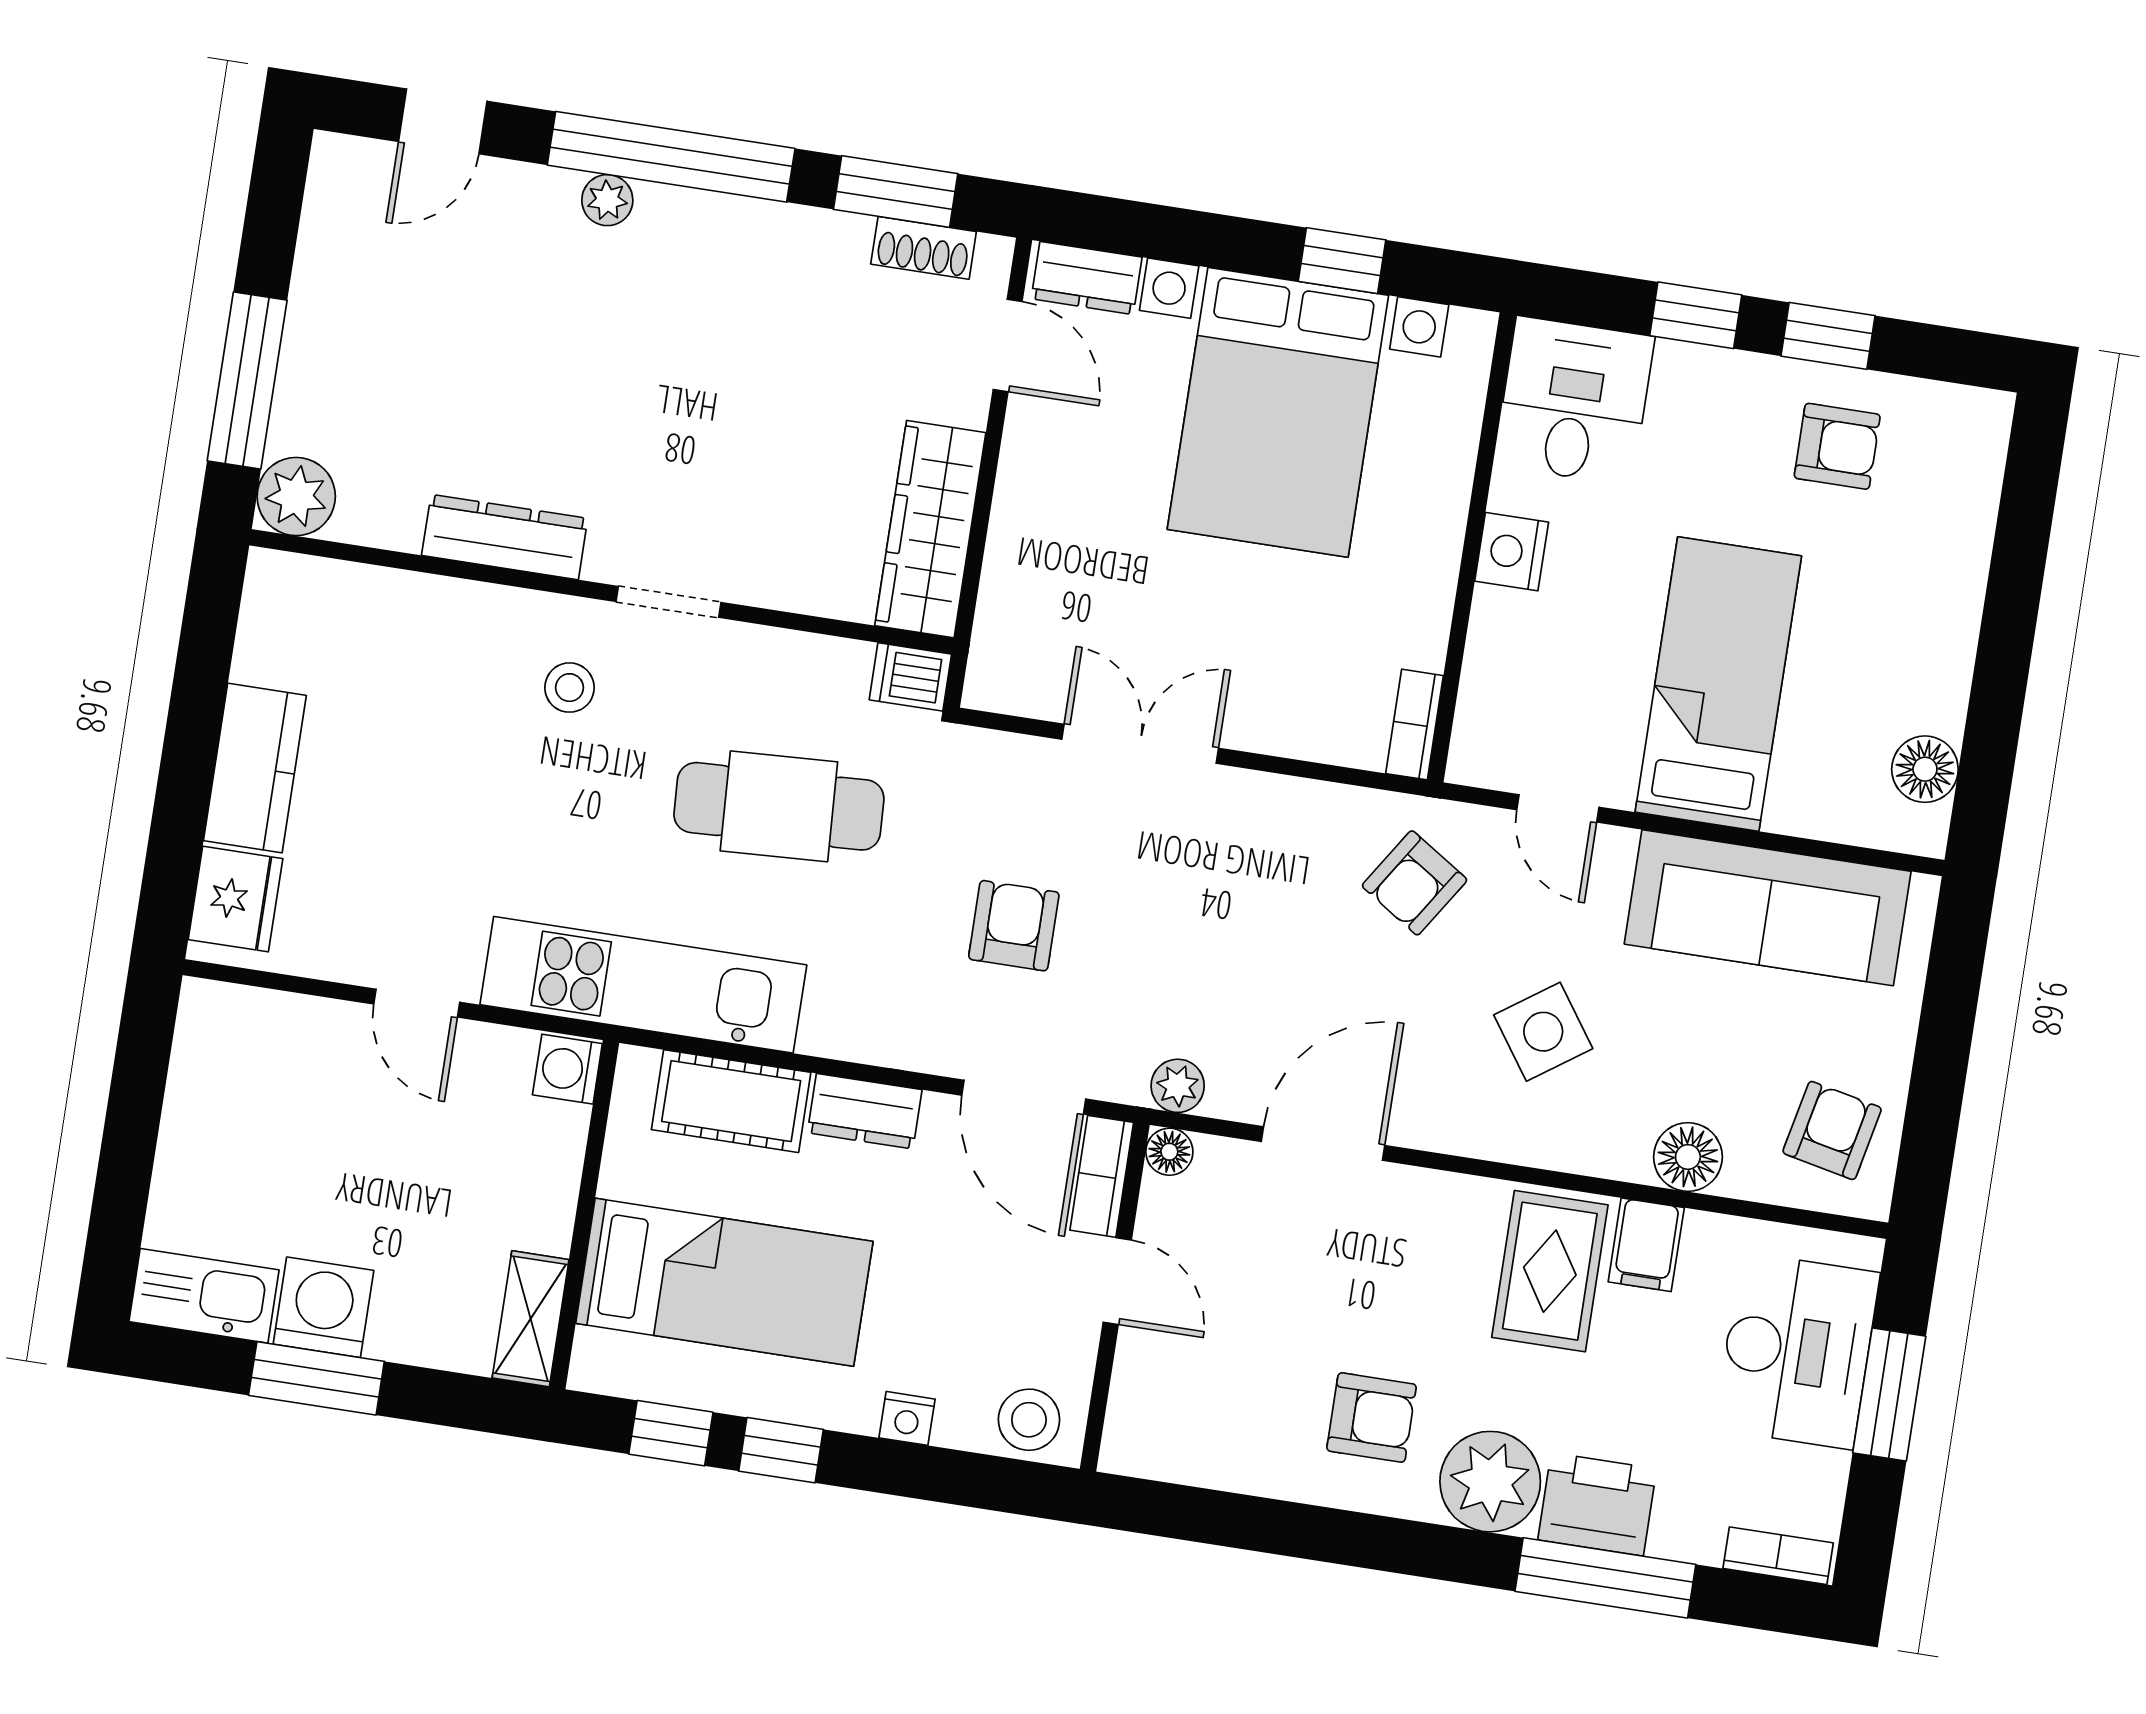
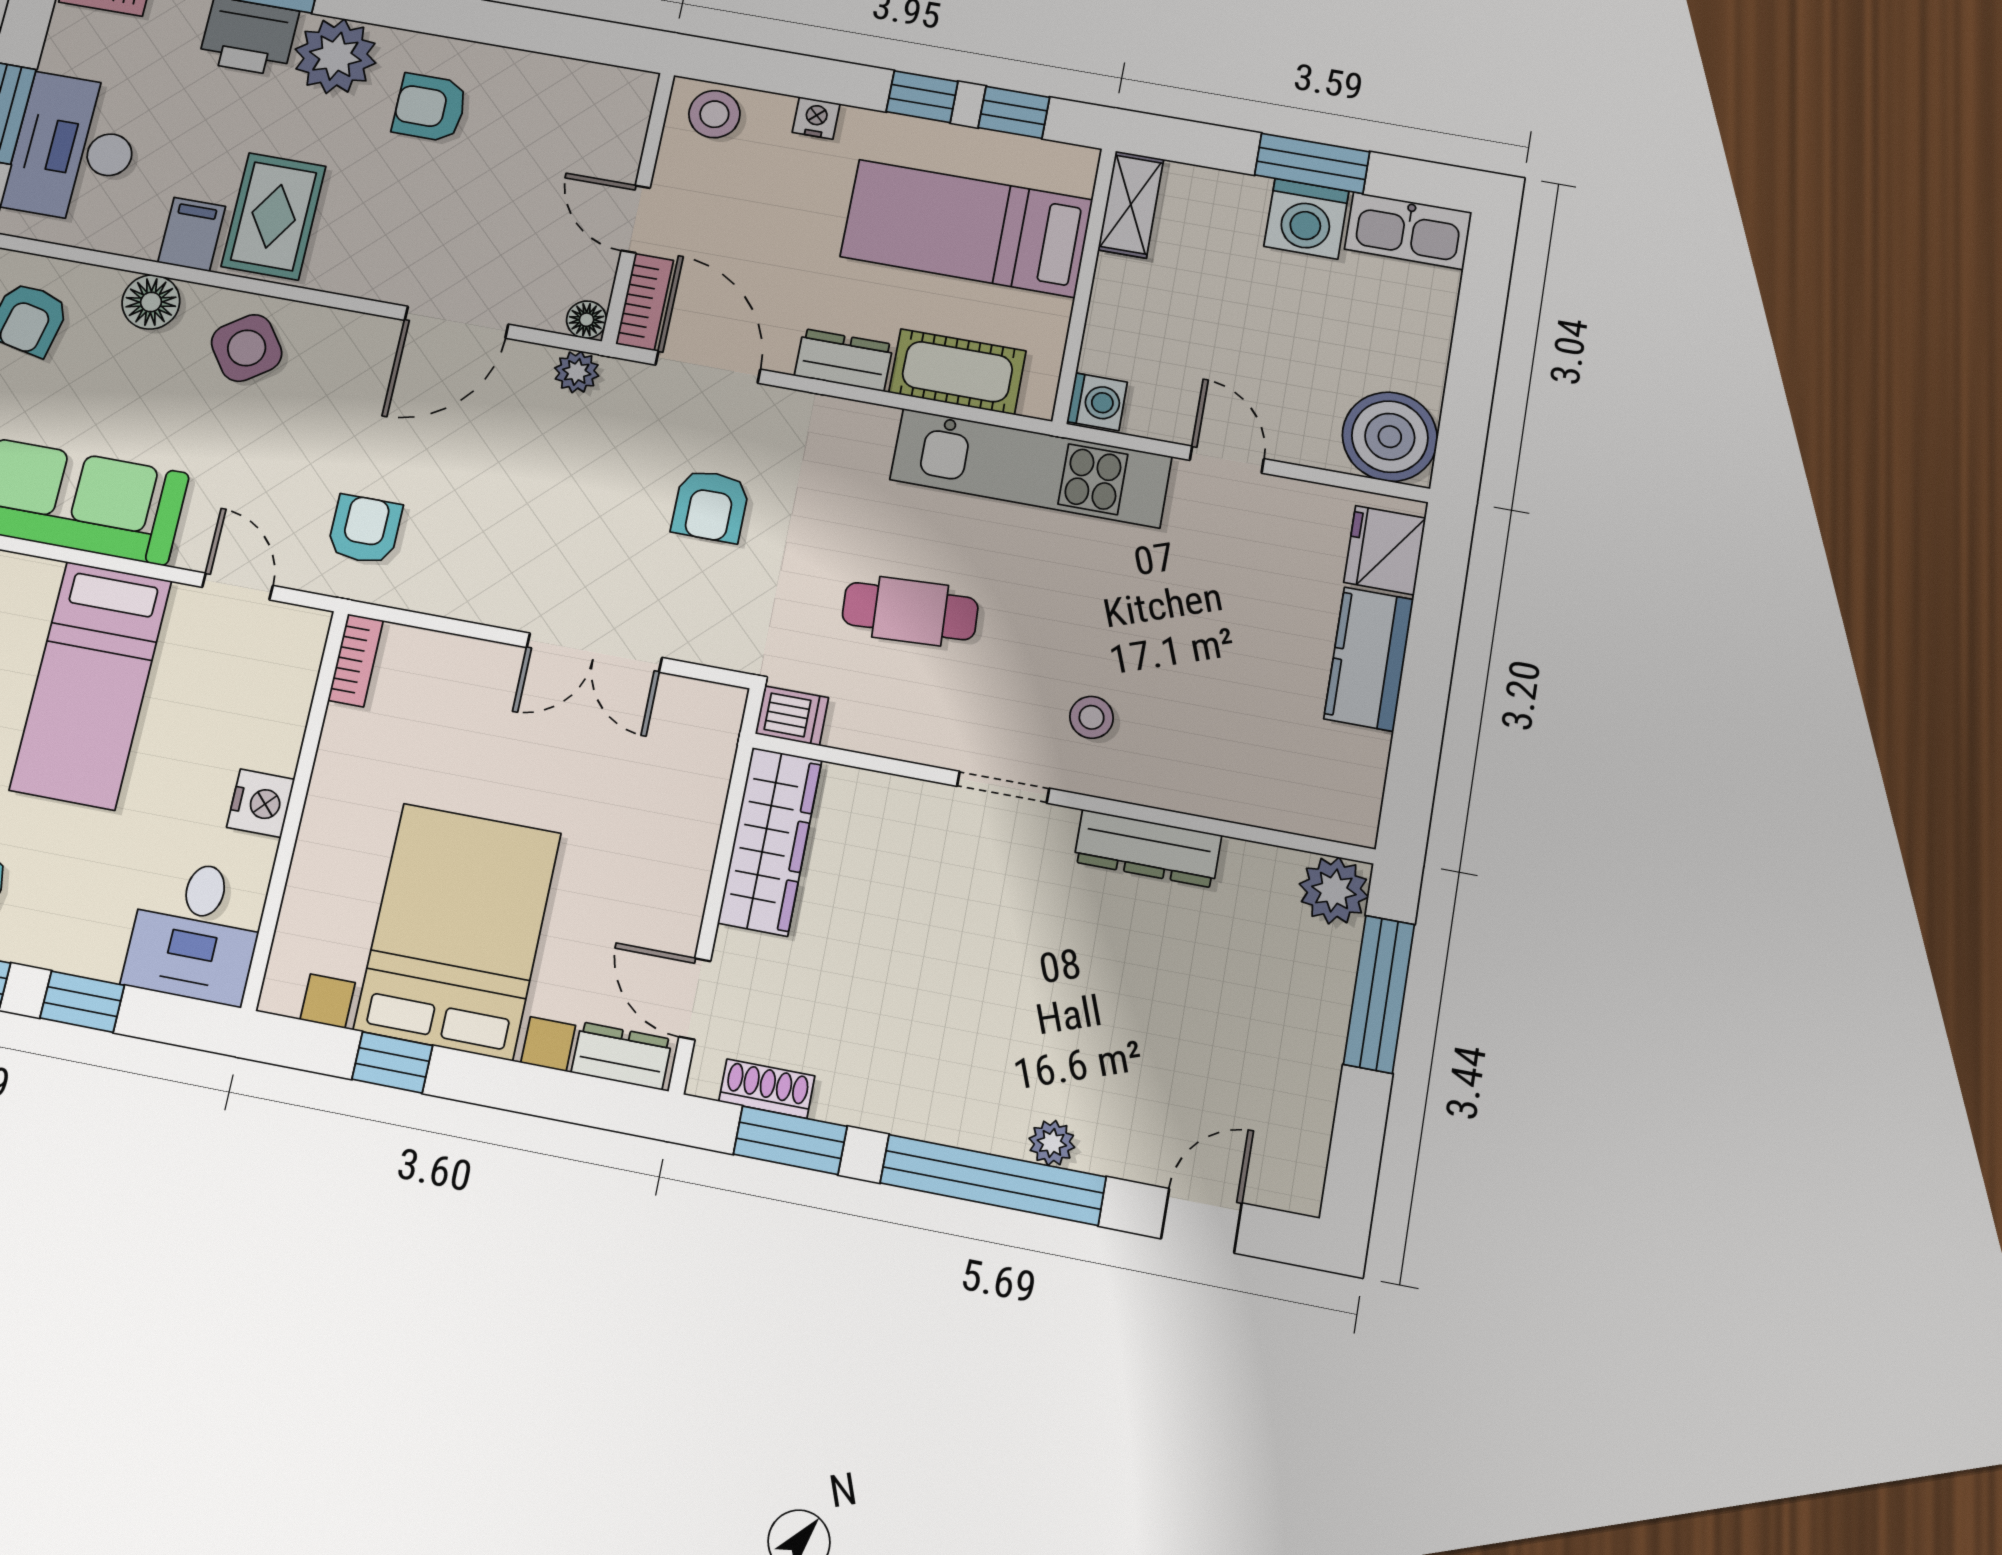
cafe table: (779, 806) -> (910, 611), width x0.73, depth x0.74
armchair: (1415, 883) -> (365, 529), turned -33
side table: (1543, 1032) -> (247, 348), moved
boiler: (228, 1038) -> (1390, 437), added

